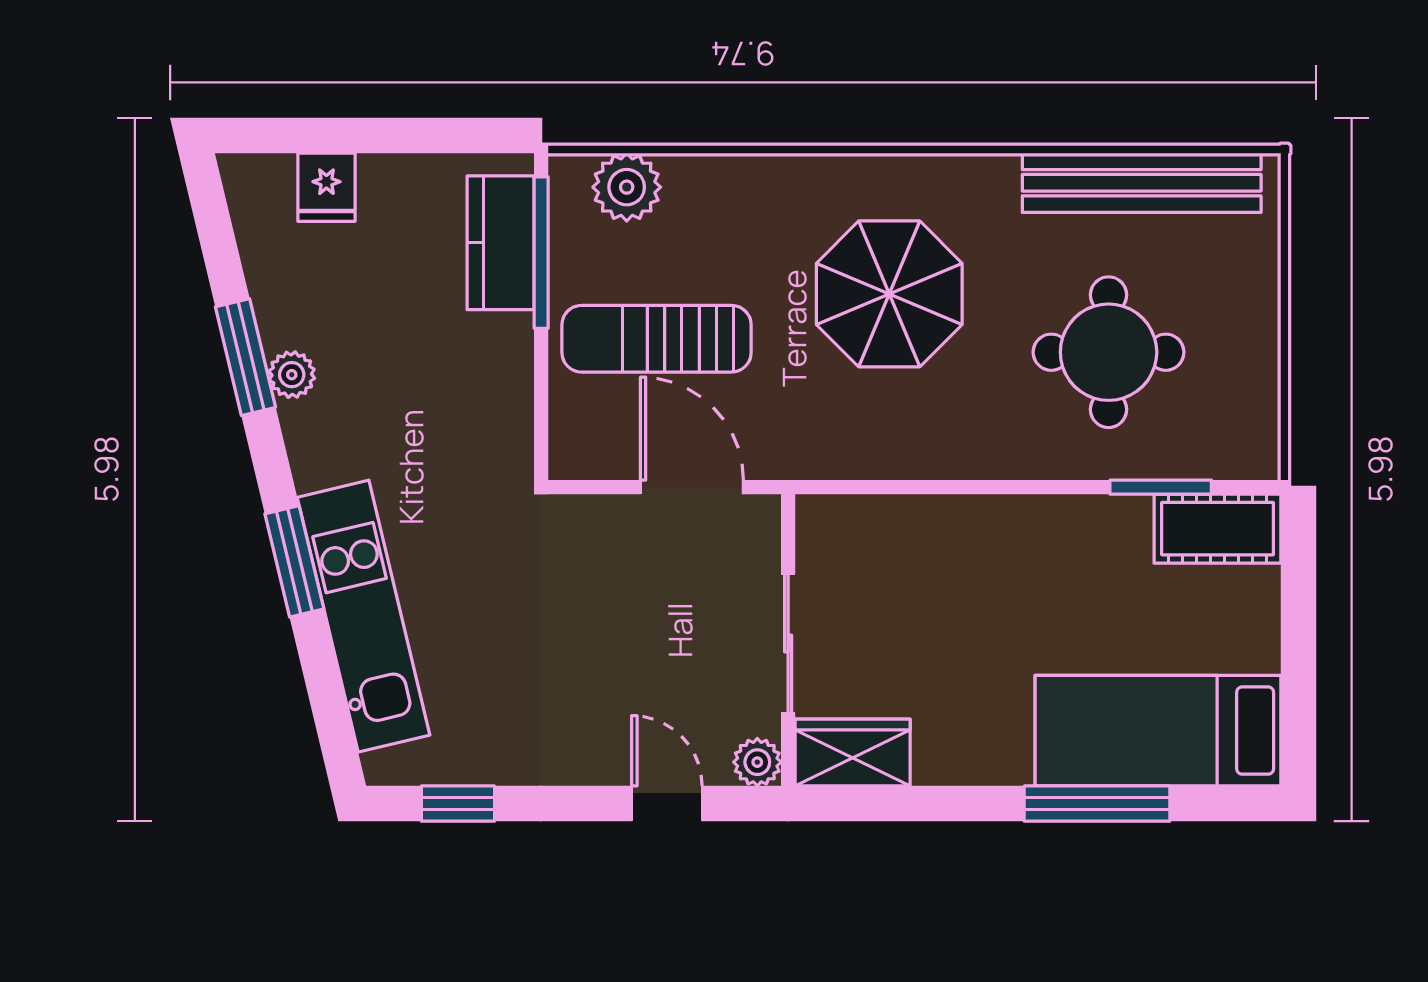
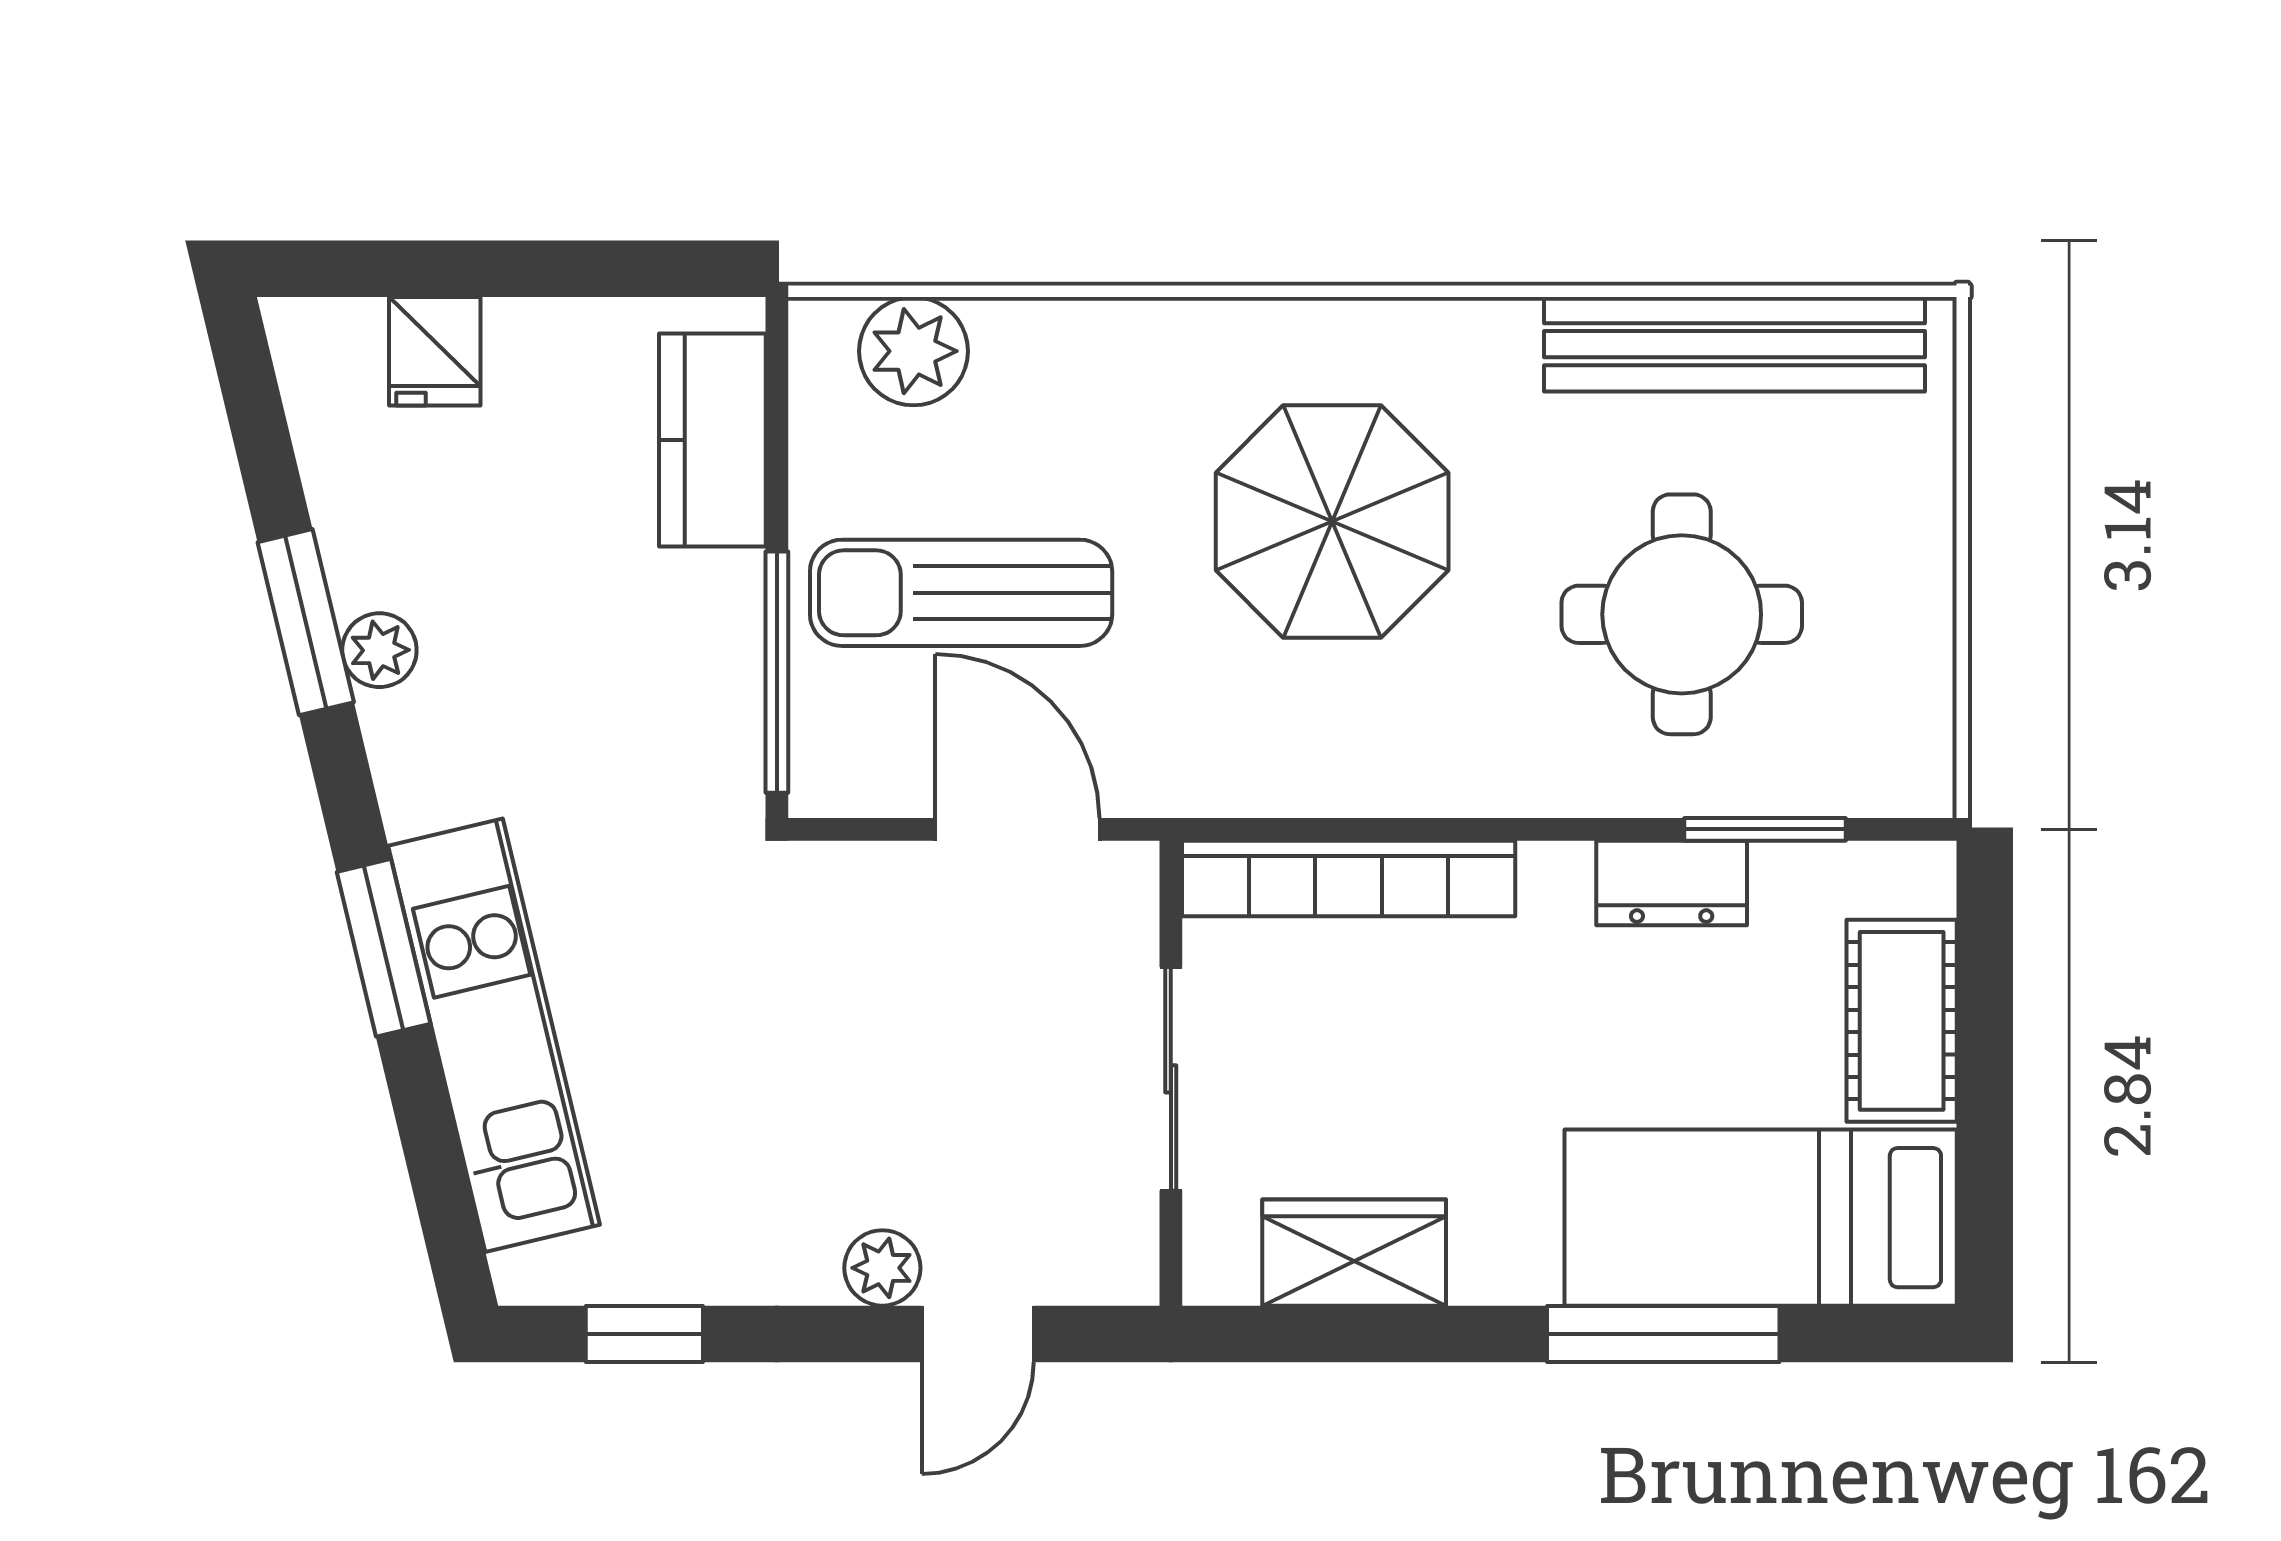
window: (541, 253) -> (777, 672), moved
bookcase: (900, 518) -> (1349, 879), added
dresser: (1102, 521) -> (1672, 883), added
cot: (1218, 529) -> (1902, 1021), moved, turned 90
wardrobe: (853, 753) -> (1354, 1253), moved
plant: (757, 762) -> (882, 1268), moved
door: (667, 804) -> (978, 1334), swing flipped

